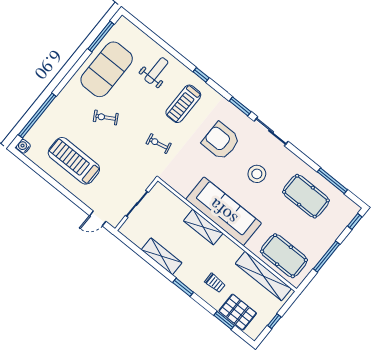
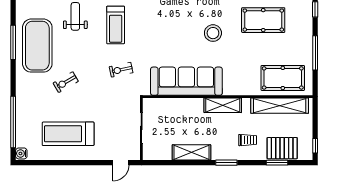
window: (101, 37) -> (13, 42), moved
armchair: (221, 141) -> (166, 30), removed
sofa: (224, 211) -> (186, 81), moved
shelving: (203, 227) -> (223, 105), moved
window: (274, 321) -> (315, 146), moved

